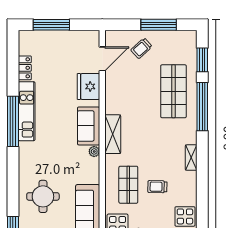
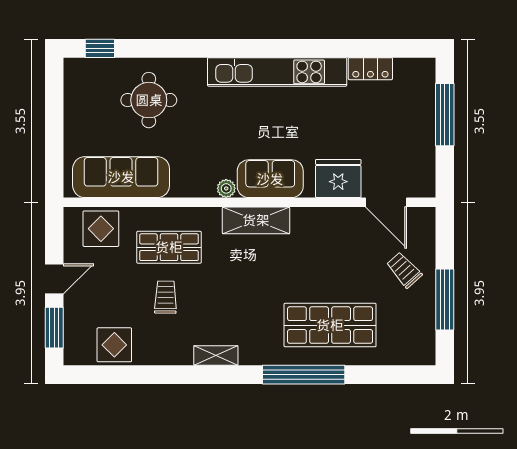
window: (202, 60) -> (384, 375), removed
kitchen unit: (27, 111) -> (277, 72), width x1.36
window: (13, 121) -> (278, 48), removed

